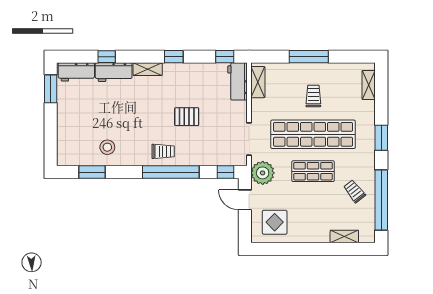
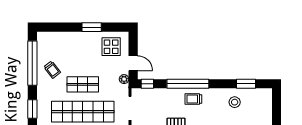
plant: (263, 173) -> (124, 79), width x0.53, depth x0.53
shelving: (344, 236) -> (60, 36), removed
window: (301, 249) -> (92, 27), added

